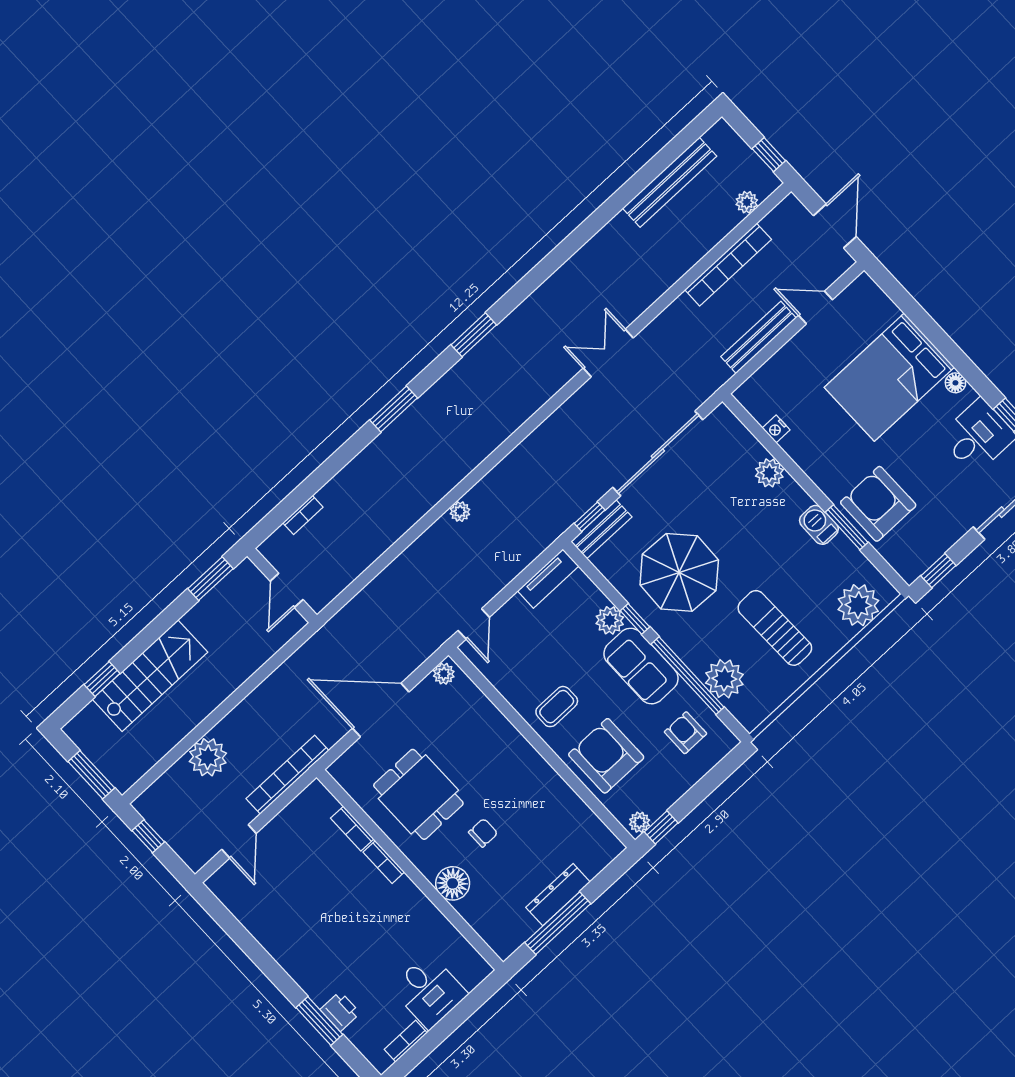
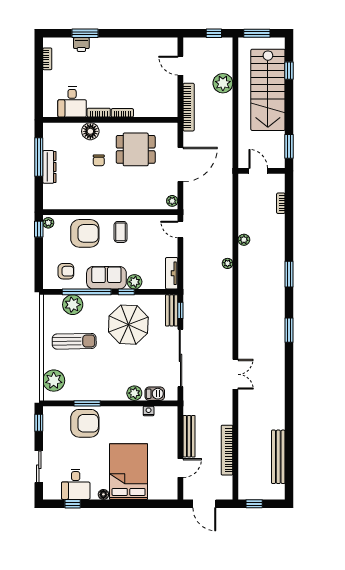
plant: (747, 202) -> (244, 240), moved
barbecue: (819, 525) -> (155, 394), moved
stairs: (150, 676) -> (268, 90), width x1.36, depth x1.51
bookcase: (352, 829) -> (99, 113), moved
desk: (429, 991) -> (72, 102), moved, turned -90

